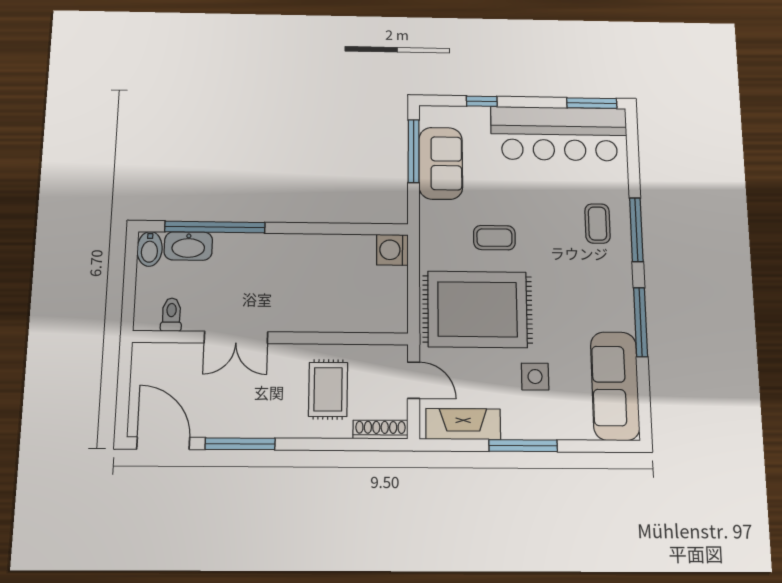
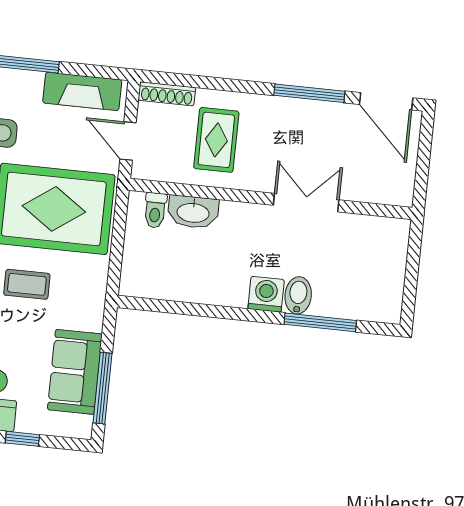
window: (215, 227) -> (320, 322), width x0.68
washbasin: (188, 246) -> (193, 212), moved, turned 180
bidet: (150, 249) -> (298, 295), moved
washing machine: (392, 250) -> (266, 294), moved, turned -90
toilet: (171, 315) -> (155, 210), moved

